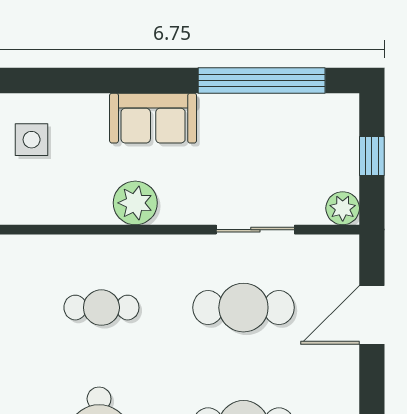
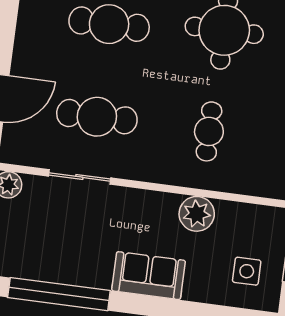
plant: (135, 203) -> (197, 214), moved
cafe table: (101, 308) -> (209, 131), turned 90

